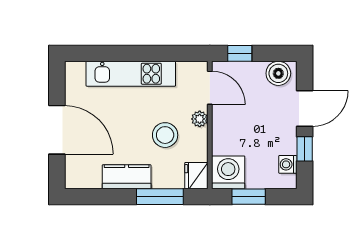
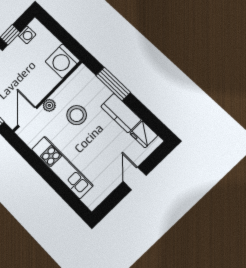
door: (57, 130) -> (135, 178), width x0.53
fridge: (196, 176) -> (144, 134), moved, turned 90
window: (249, 197) -> (65, 37), removed

